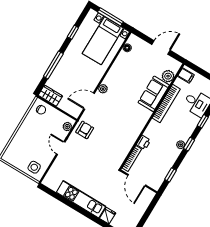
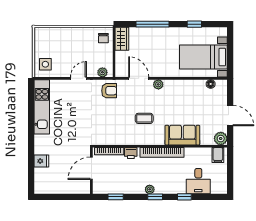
window: (110, 17) -> (230, 51), removed
plant: (168, 76) -> (221, 139), moved
bookcase: (166, 103) -> (162, 152), moved
coffee table: (123, 116) -> (144, 118), added
kitchen unit: (81, 199) -> (42, 107), moved

